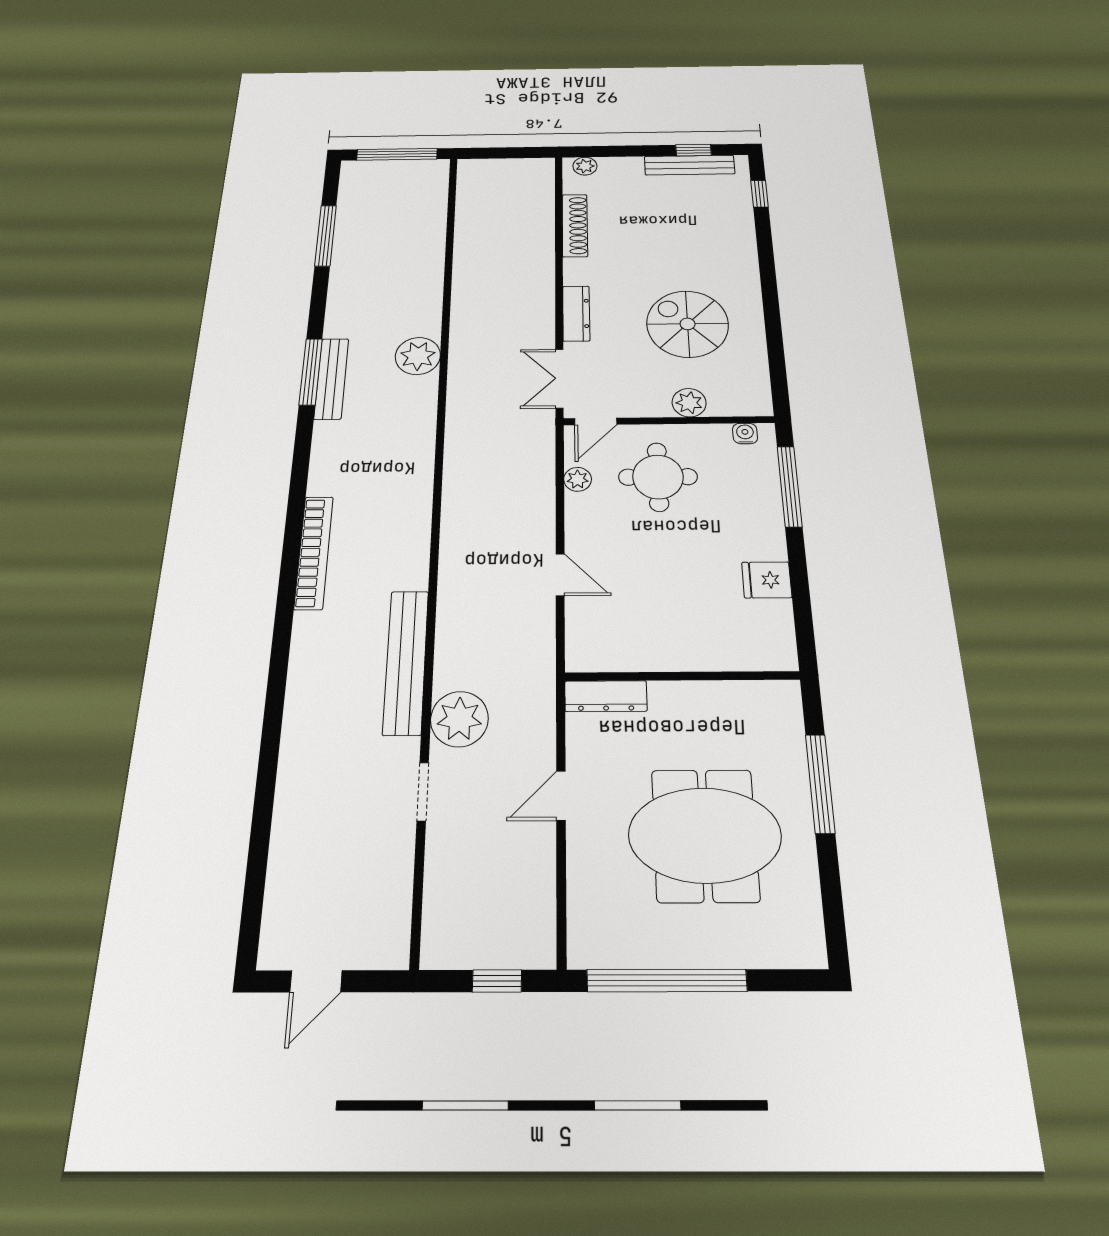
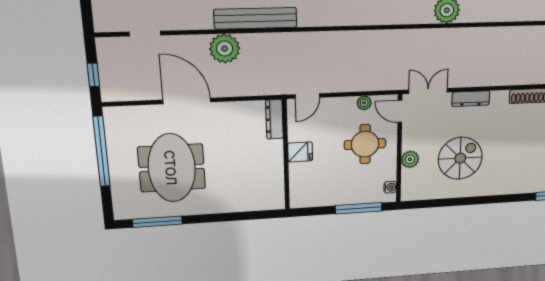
fridge: (767, 580) -> (300, 152), moved, turned 90
wall: (682, 676) -> (286, 155), moved
dresser: (606, 696) -> (274, 119), moved
window: (820, 783) -> (157, 222), moved
doorway: (423, 792) -> (145, 34), moved
door: (561, 796) -> (187, 101), width x1.87

